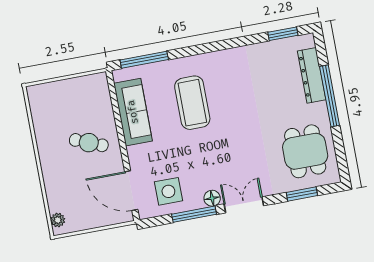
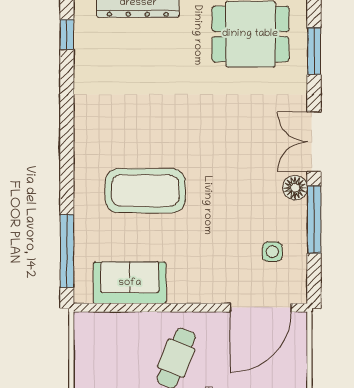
window: (283, 34) -> (67, 35), width x0.67
sofa: (133, 112) -> (130, 283), width x0.73
side table: (168, 191) -> (272, 252), width x0.54, depth x0.54

